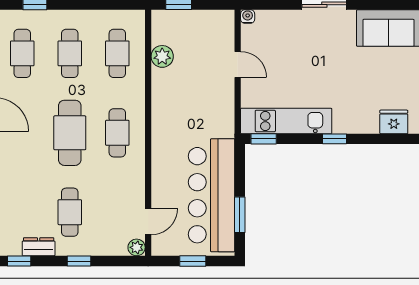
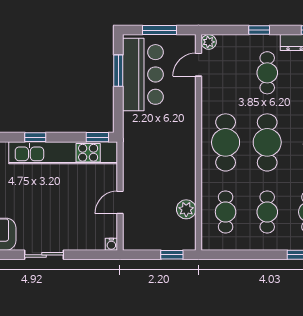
door: (238, 64) -> (120, 202), hinge flipped
kitchen unit: (286, 121) -> (63, 153), width x1.36
cafe table: (117, 133) -> (226, 142), width x1.37, depth x1.35
bar counter: (212, 195) -> (143, 74), width x0.73
window: (193, 261) -> (159, 30), width x1.50

